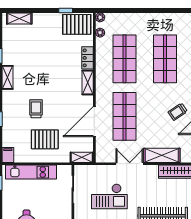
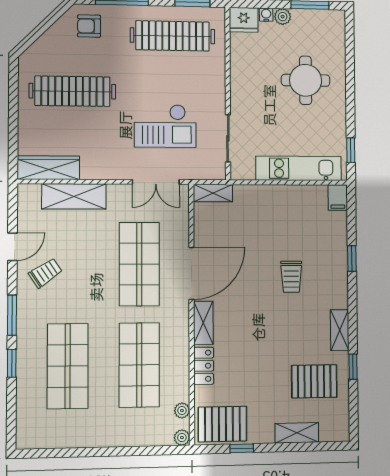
shelving: (19, 19) -> (297, 433), moved
door: (94, 122) -> (191, 273), moved
pallet: (45, 139) -> (314, 381), moved
double door: (130, 164) -> (156, 182), moved
checkout: (109, 196) -> (165, 126), turned 180

